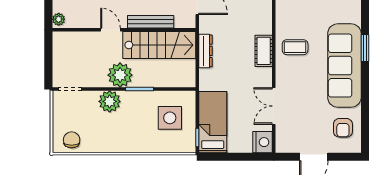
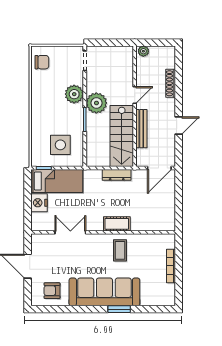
nightstand: (262, 142) -> (39, 203), moved, turned 90

